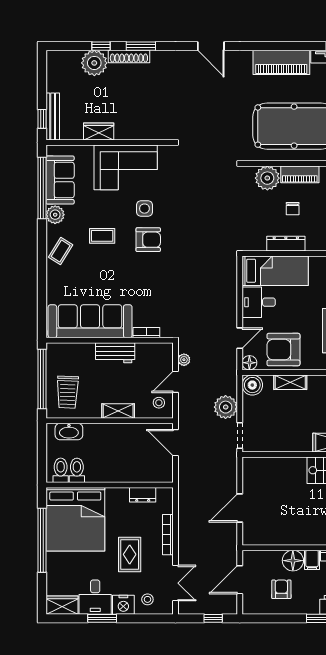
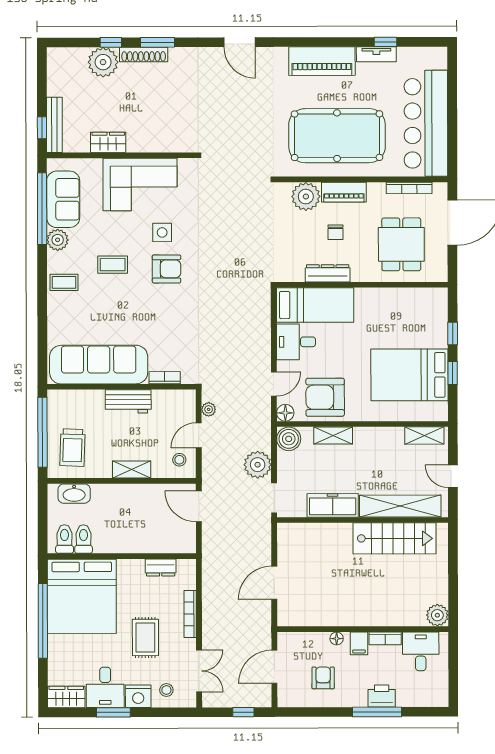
coffee table: (61, 251) -> (64, 282), turned 58
freezer: (290, 442) -> (333, 505), added
floor lamp: (293, 561) -> (337, 639), width x0.53, depth x0.53

